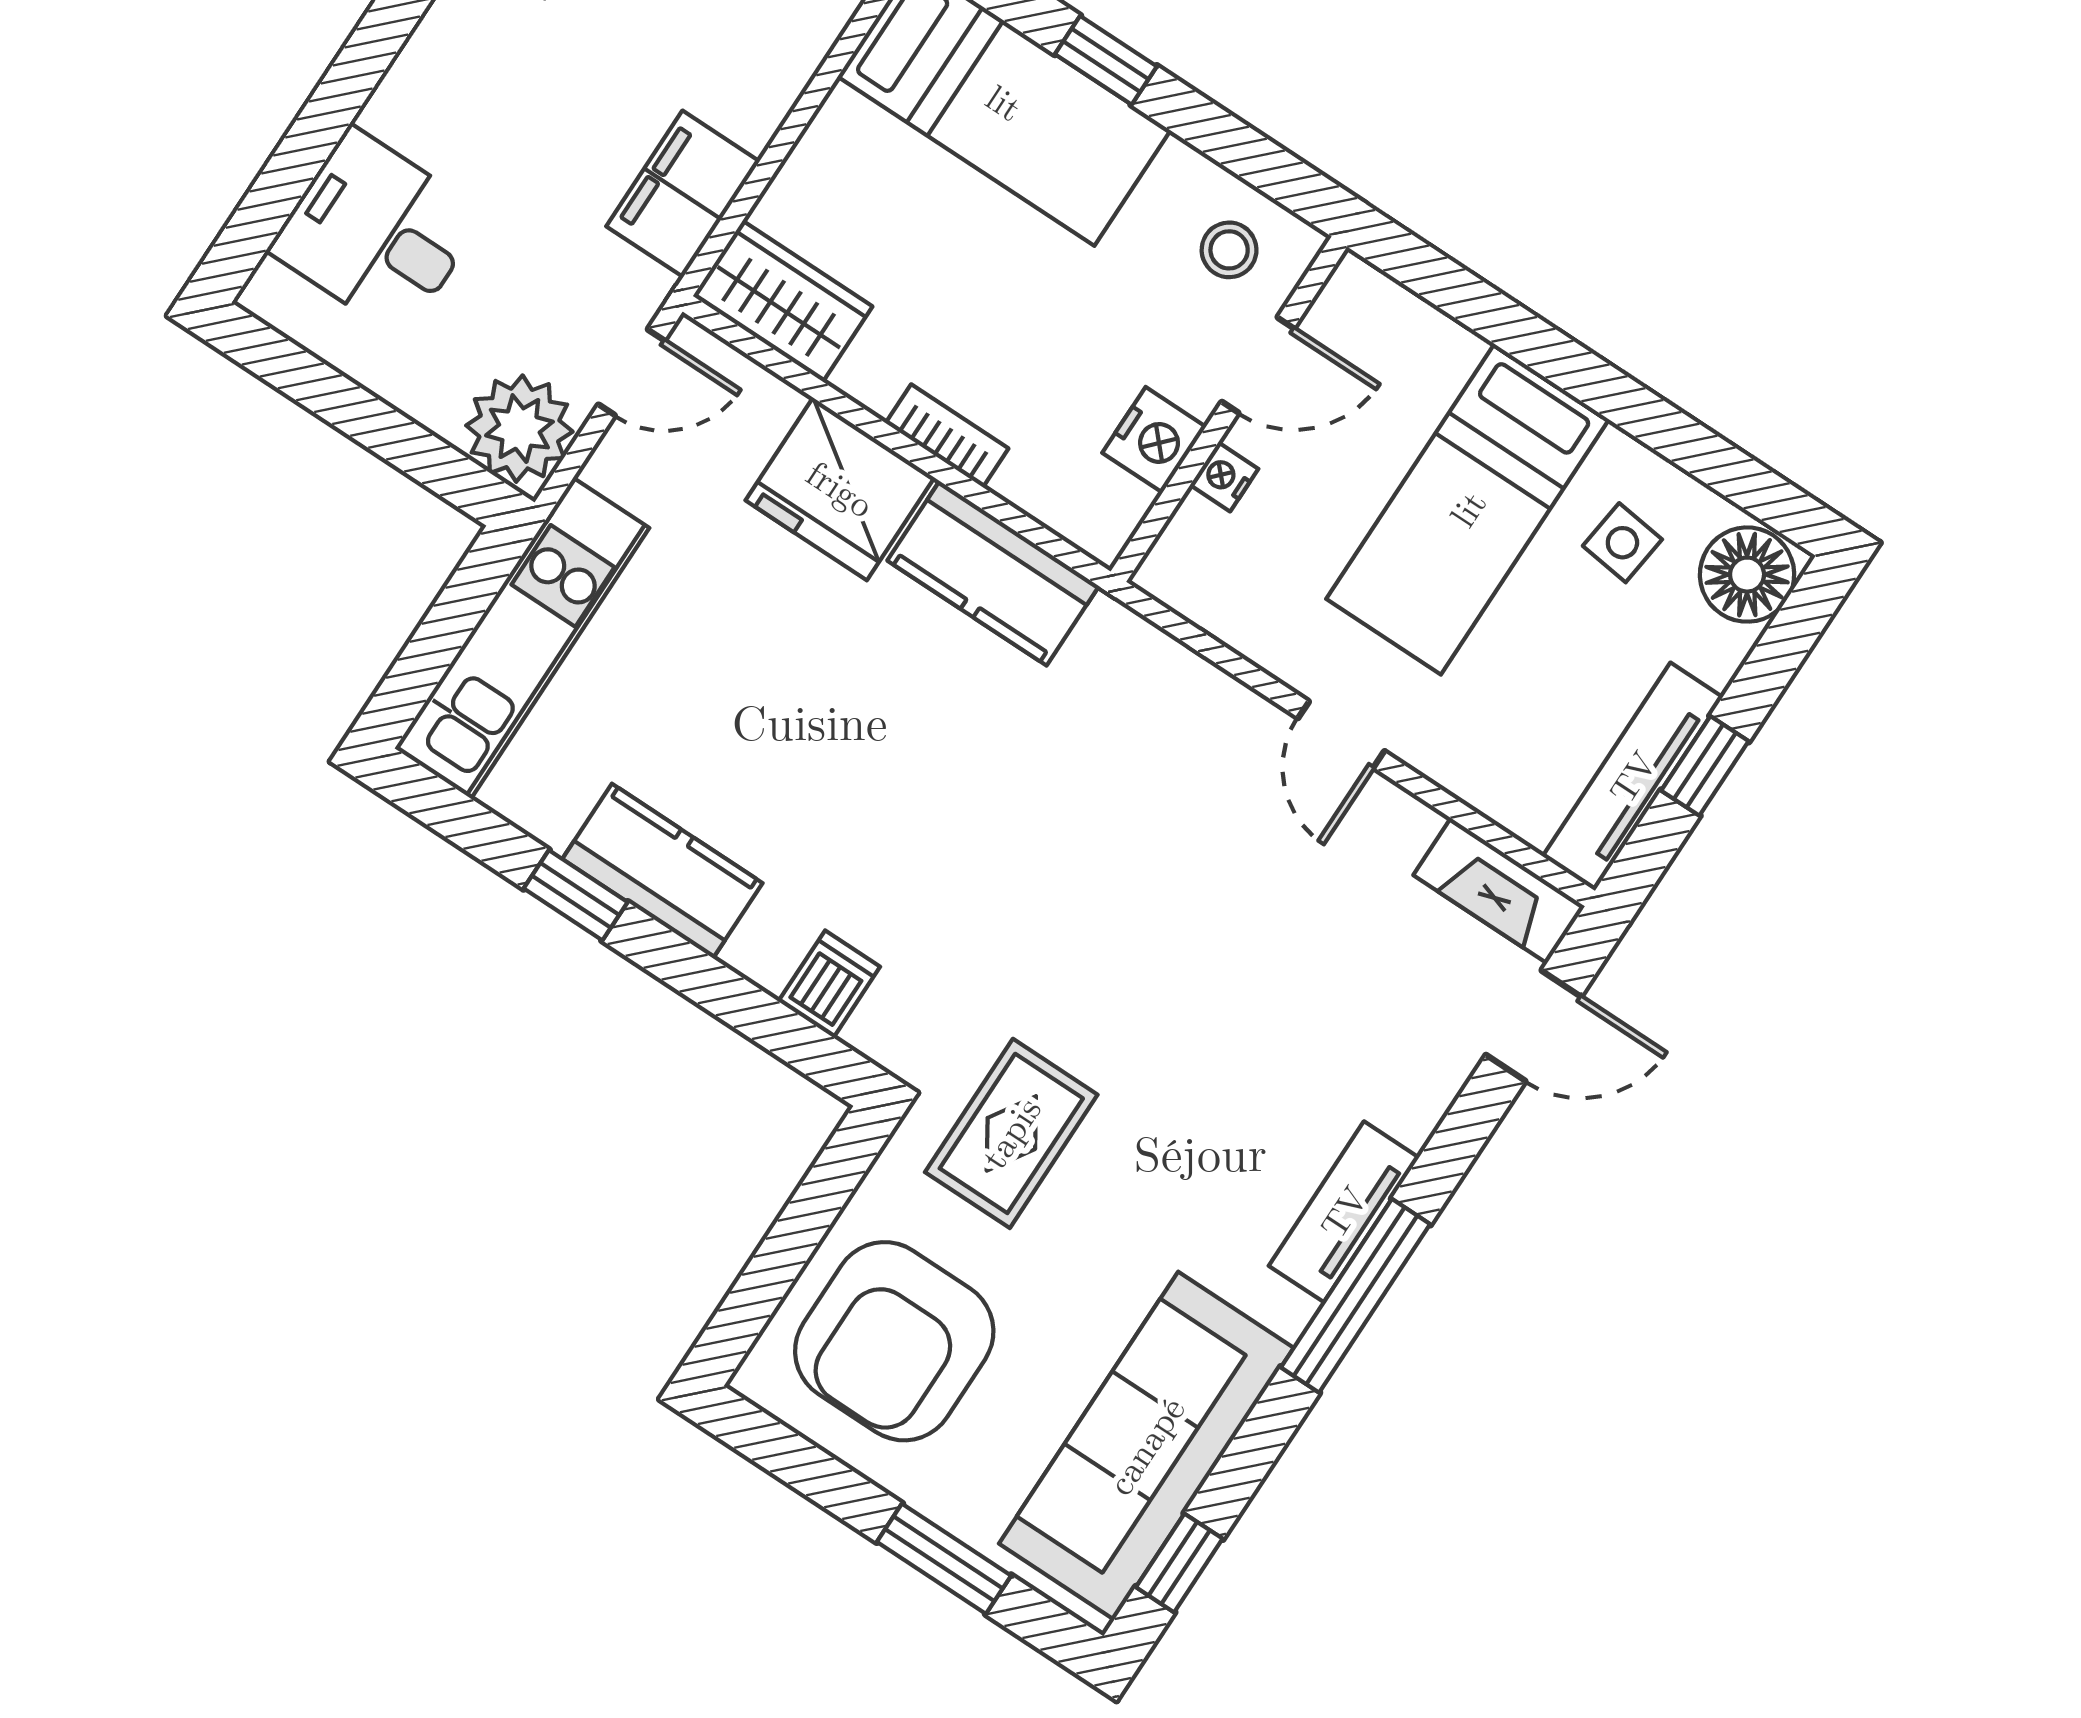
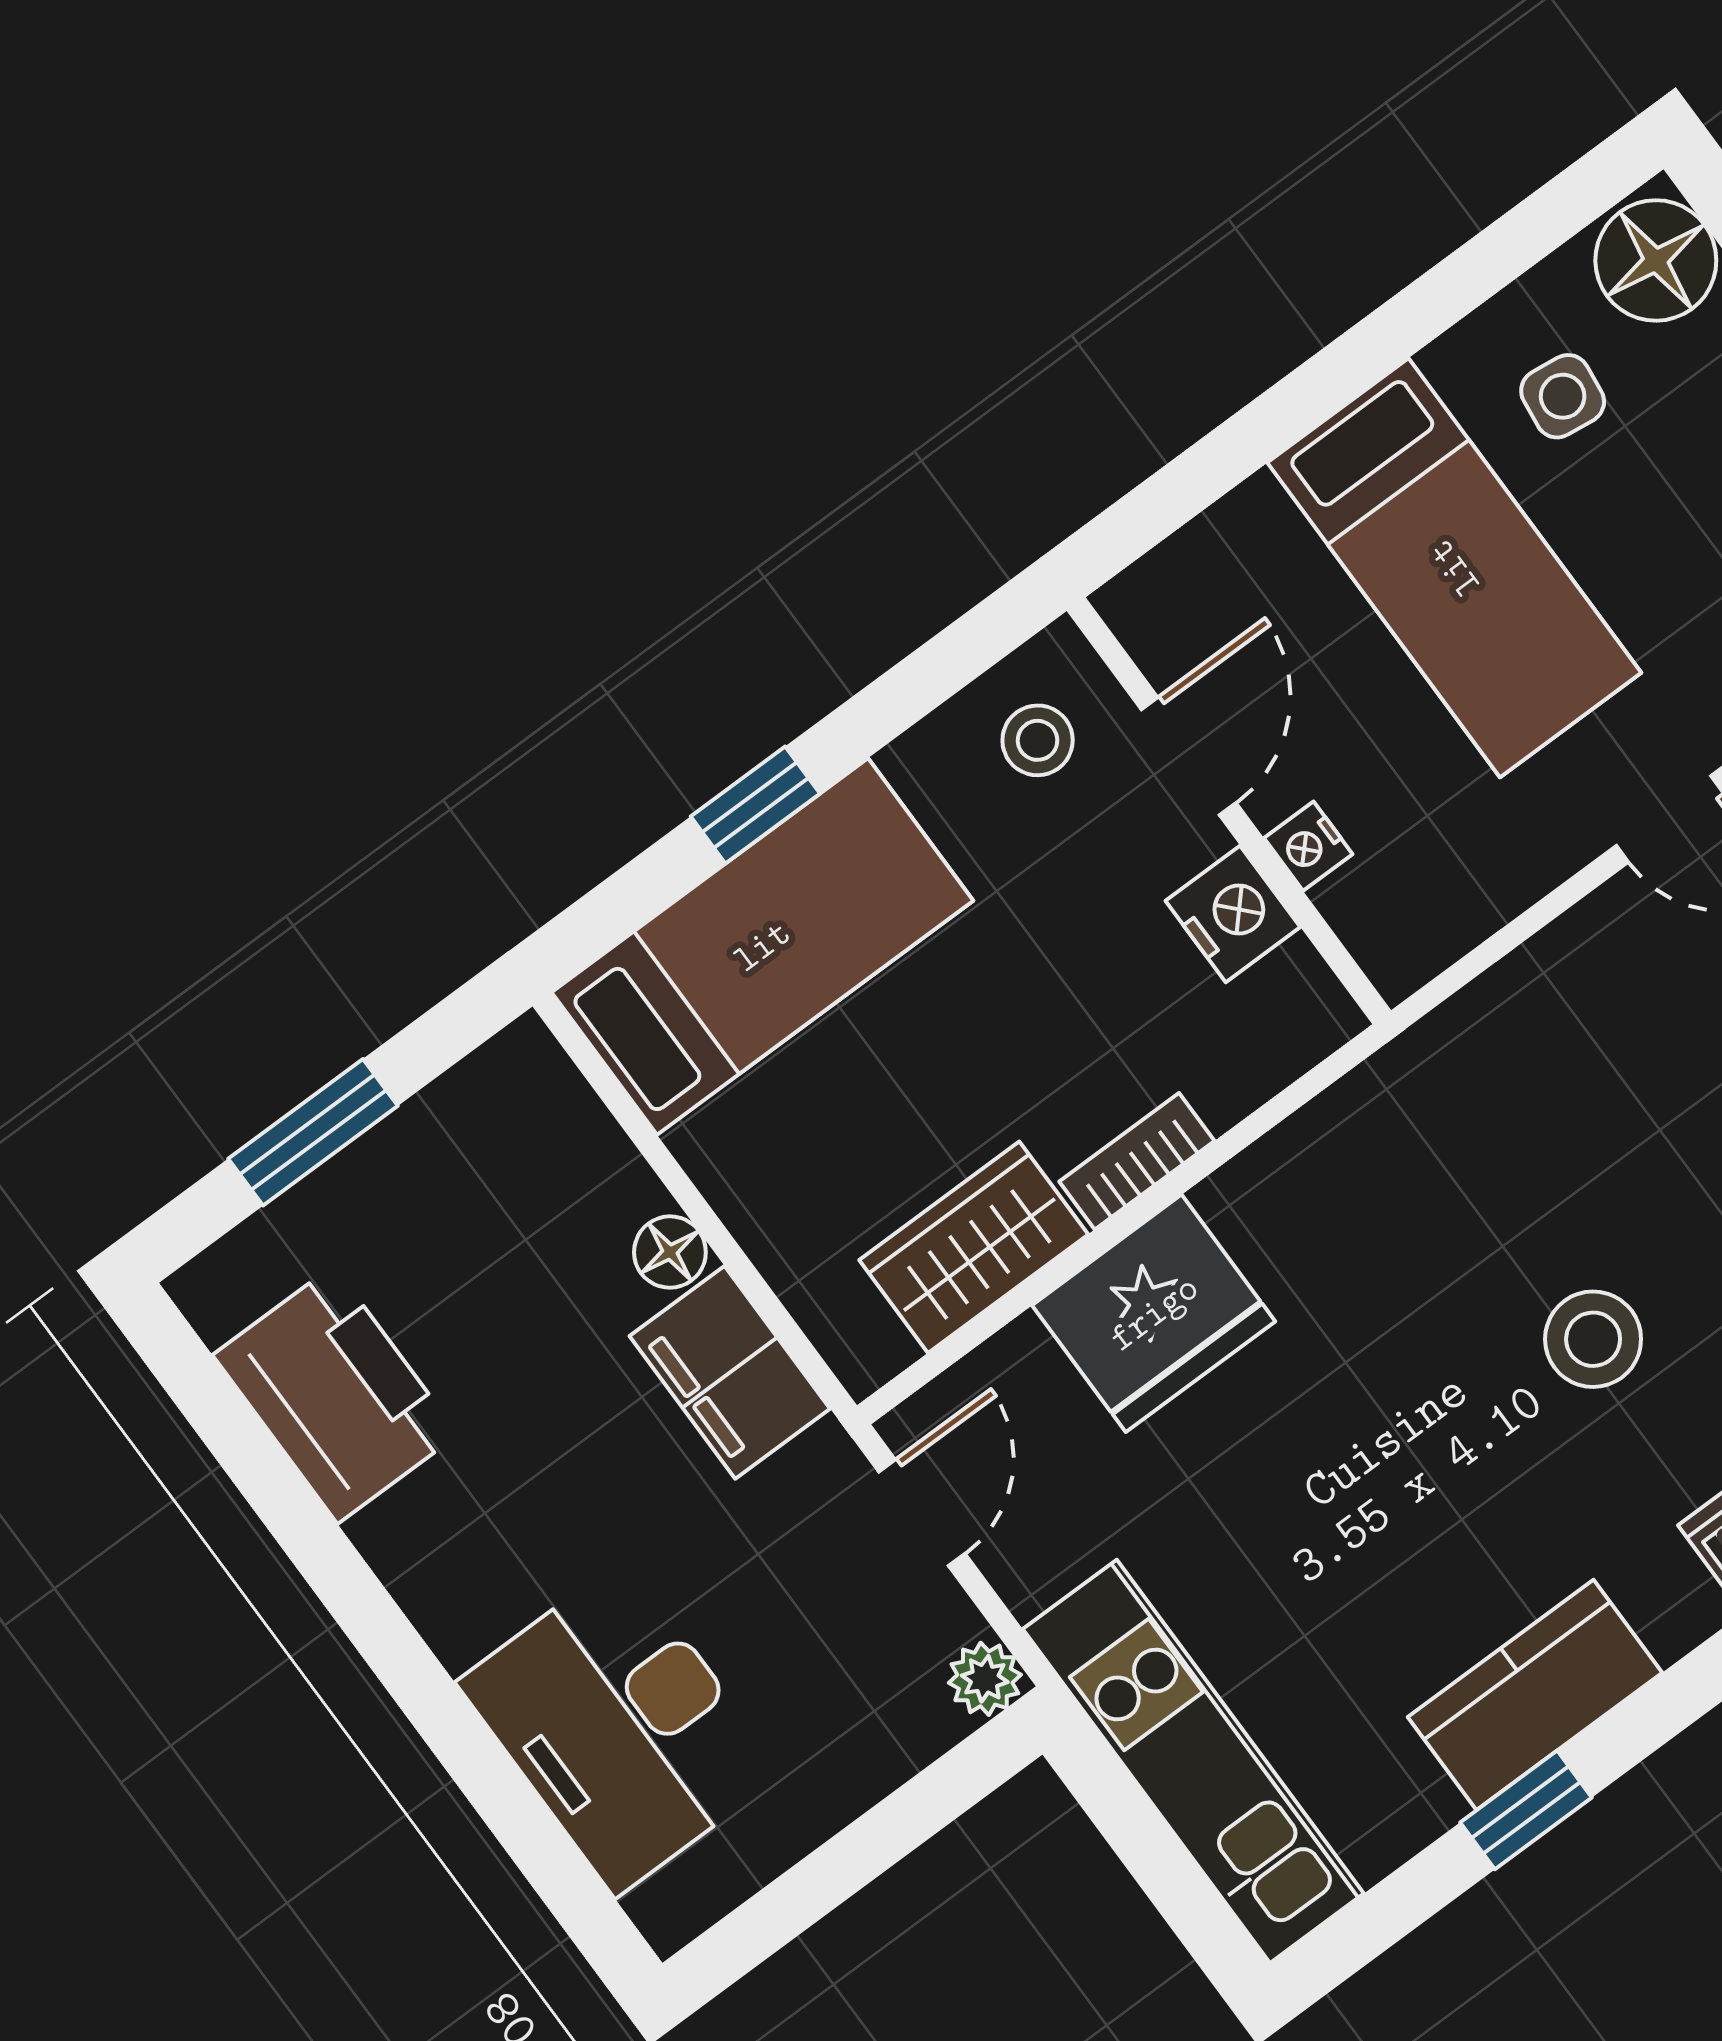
floor lamp: (755, 118) -> (670, 1252), added
desk: (377, 232) -> (620, 1728), width x1.37
wardrobe: (783, 301) -> (974, 1247), moved
plant: (519, 429) -> (985, 1679), width x0.53, depth x0.53
kitchen counter: (993, 573) -> (1323, 1166), removed
stool: (939, 818) -> (1593, 1339), added

